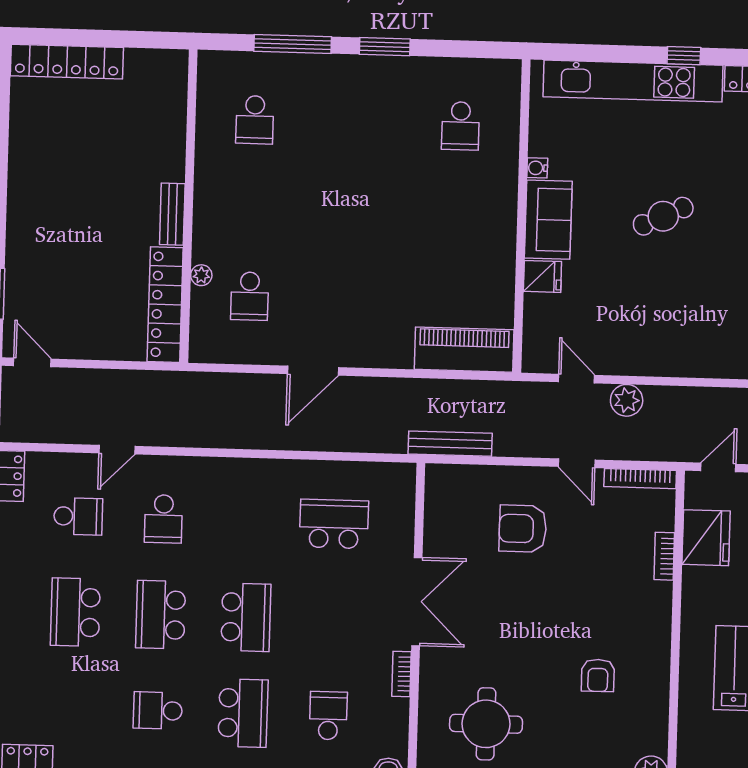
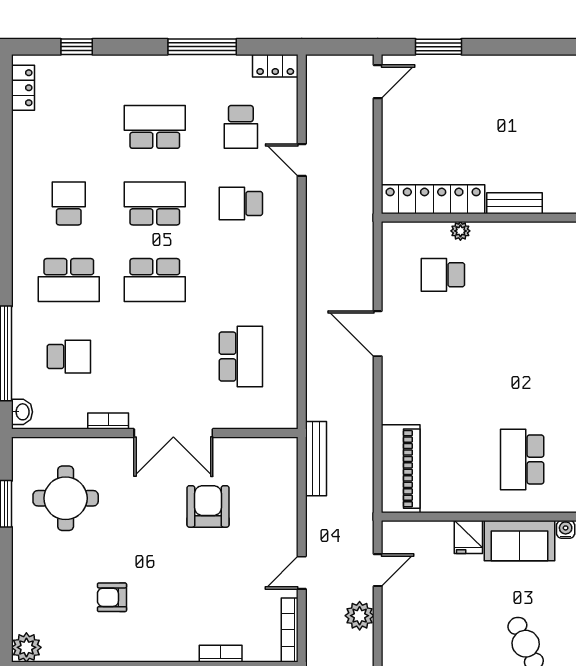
school desk: (458, 214) -> (522, 459), added
armchair: (523, 529) -> (208, 506), moved

